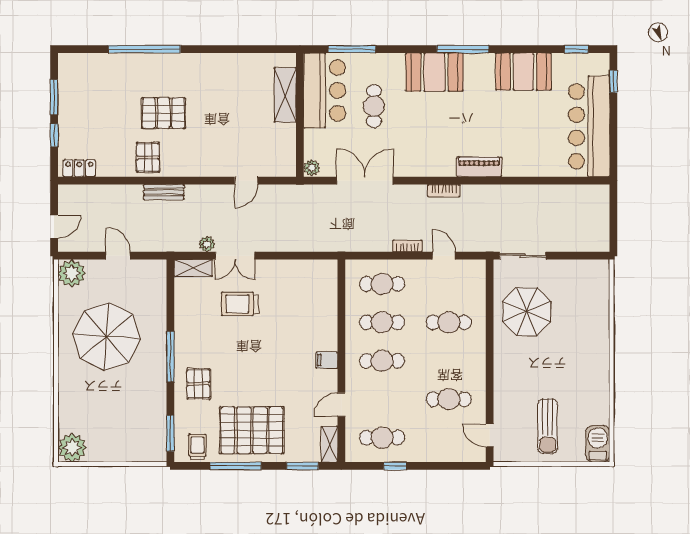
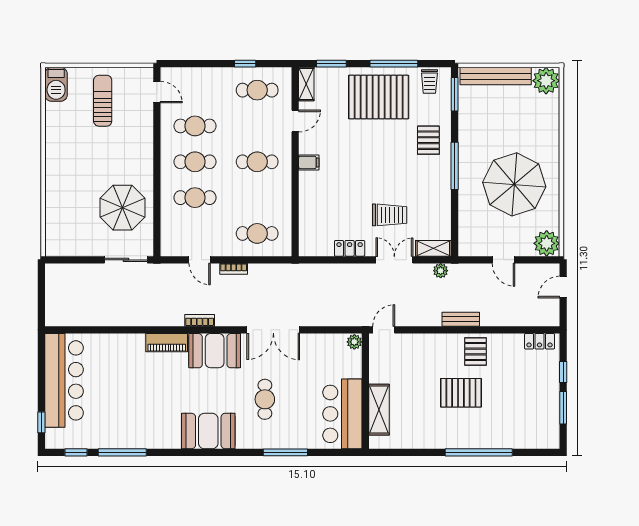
window: (463, 49) -> (122, 452), moved
booth: (523, 71) -> (215, 351), moved
bar counter: (325, 90) -> (342, 414), moved
shelving: (285, 95) -> (379, 410), moved
wall: (300, 115) -> (365, 391), moved
plant: (312, 168) -> (354, 342), moved
plant: (207, 244) -> (441, 271), moved
locker: (283, 268) -> (350, 248), added
cafe table: (382, 322) -> (195, 162), moved
bench: (126, 453) -> (496, 76), added

